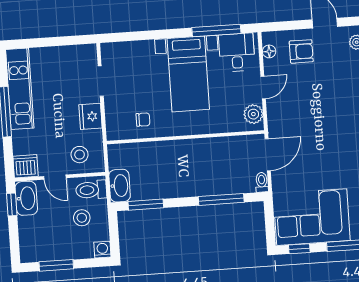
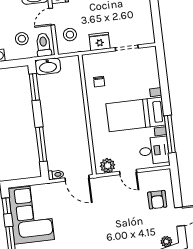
floor lamp: (269, 51) -> (156, 175), removed

